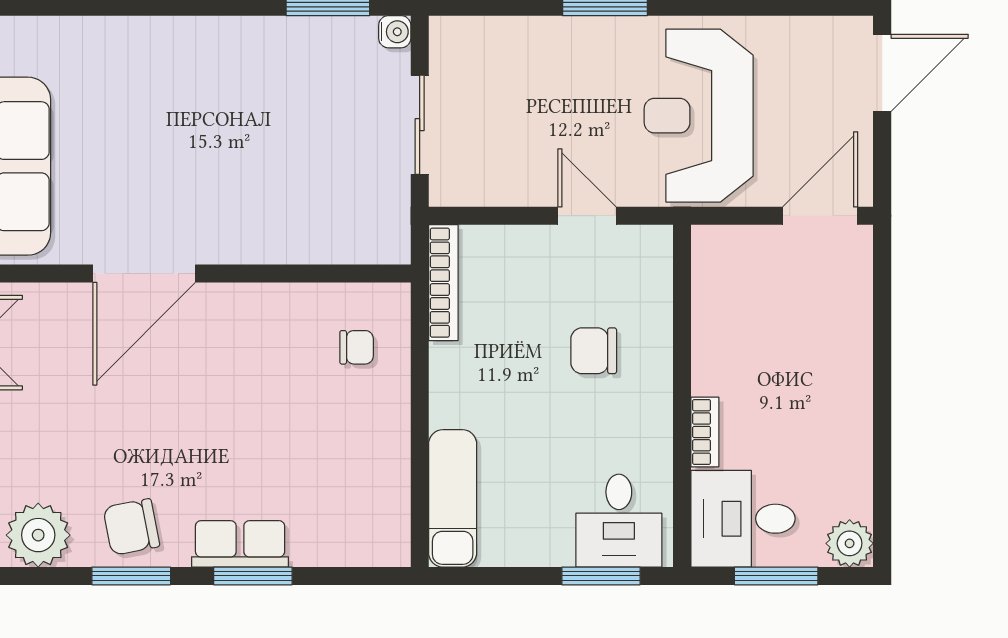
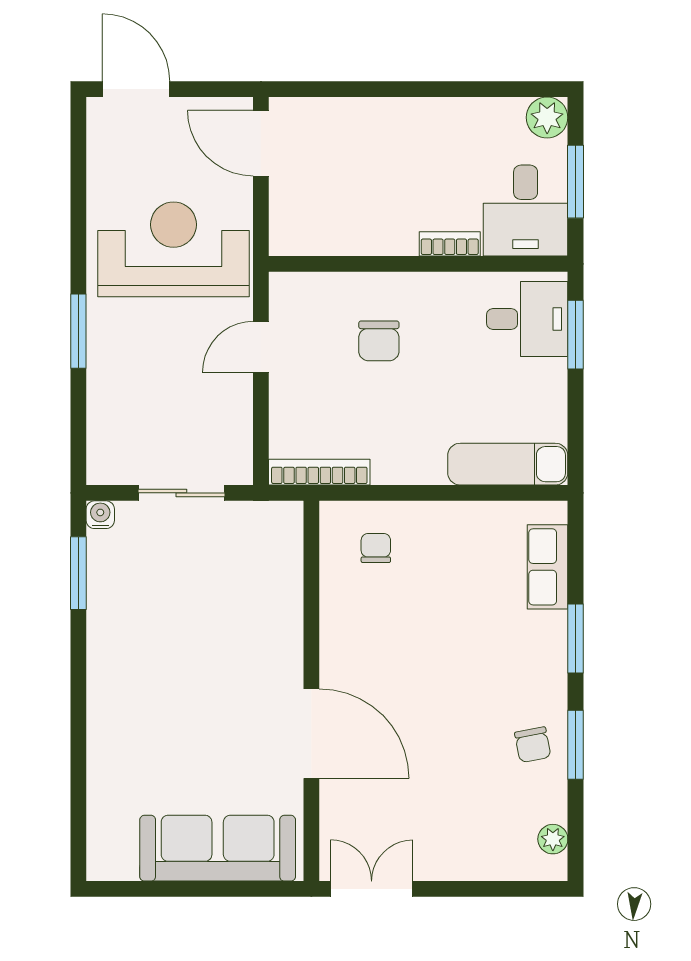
reception desk: (699, 116) -> (173, 249), turned 180
chair: (131, 527) -> (533, 745), width x0.73, depth x0.73
plant: (38, 535) -> (553, 839), width x0.53, depth x0.53
row of seats: (240, 544) -> (548, 567), moved

